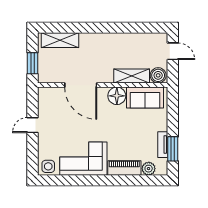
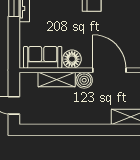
boiler: (158, 75) -> (84, 80), moved

